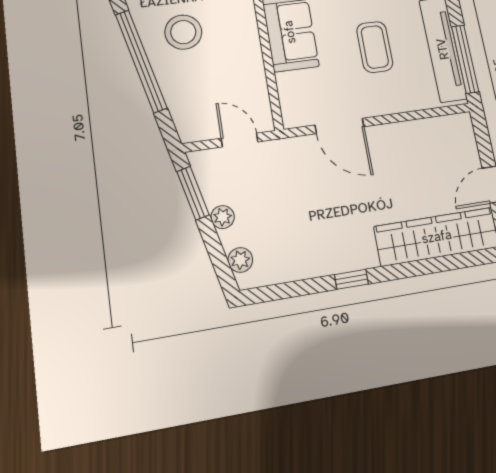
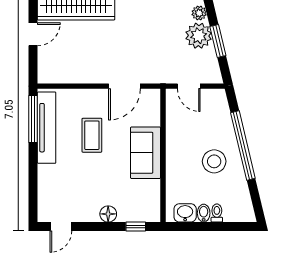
door: (340, 126) -> (124, 86), swing flipped
window: (193, 193) -> (218, 41), moved
plant: (223, 217) -> (199, 36), width x1.88, depth x1.88

